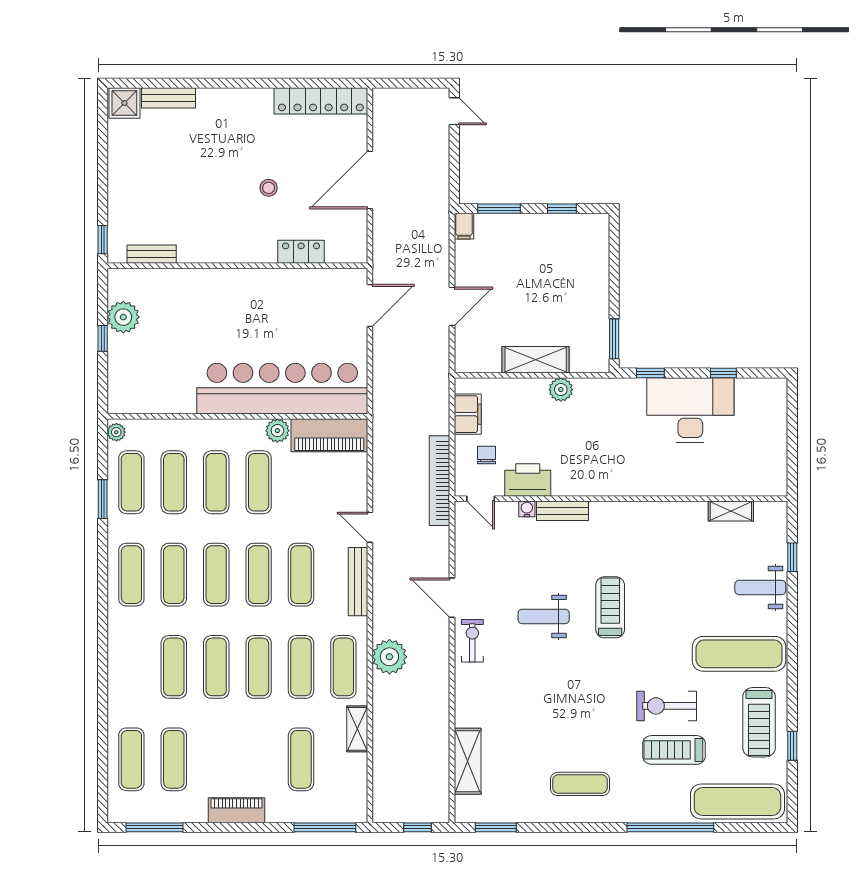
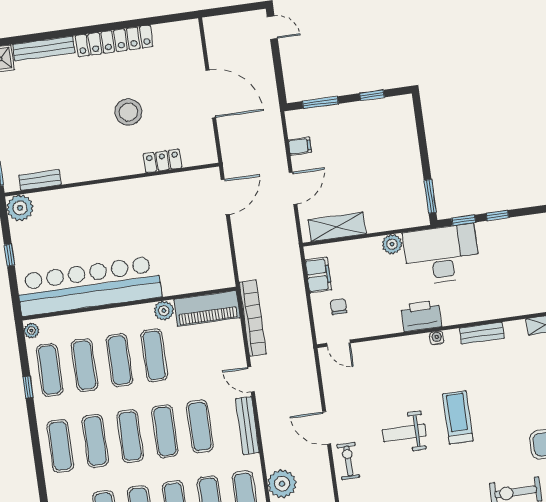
bench: (168, 98) -> (44, 48), width x1.36
locker: (321, 101) -> (114, 41), moved
door: (370, 180) -> (211, 94), swing flipped
stool: (269, 188) -> (128, 112), width x1.89, depth x1.89
filing cabinet: (464, 226) -> (300, 146), moved, turned -90
plant: (123, 317) -> (20, 208), moved
shelving: (536, 360) -> (337, 227), moved
window: (723, 373) -> (497, 215), moved
bar counter: (282, 389) -> (89, 286), moved
desk: (690, 410) -> (442, 254), moved
printer: (528, 480) -> (421, 316), moved
bookcase: (440, 481) -> (253, 318), moved, turned 180
window: (103, 499) -> (28, 387), width x0.67
water cooler: (527, 509) -> (437, 338), moved
bench: (563, 511) -> (482, 333), moved

